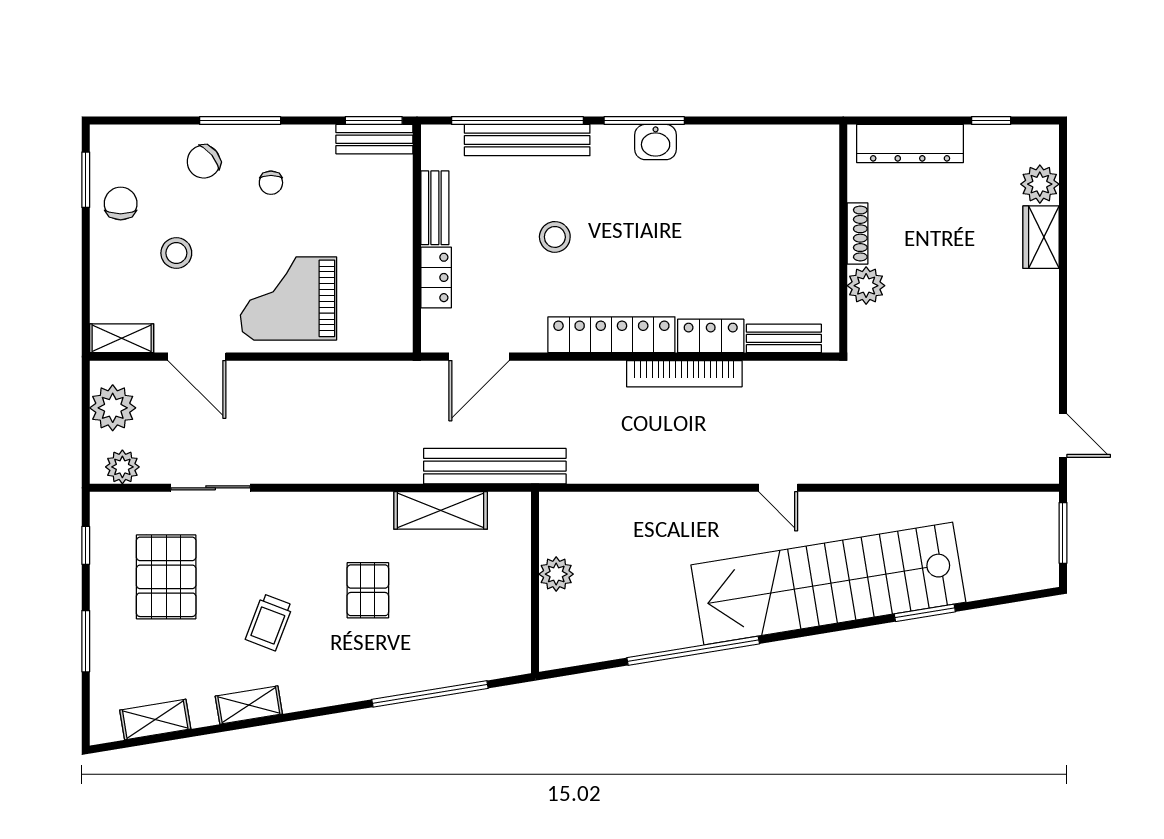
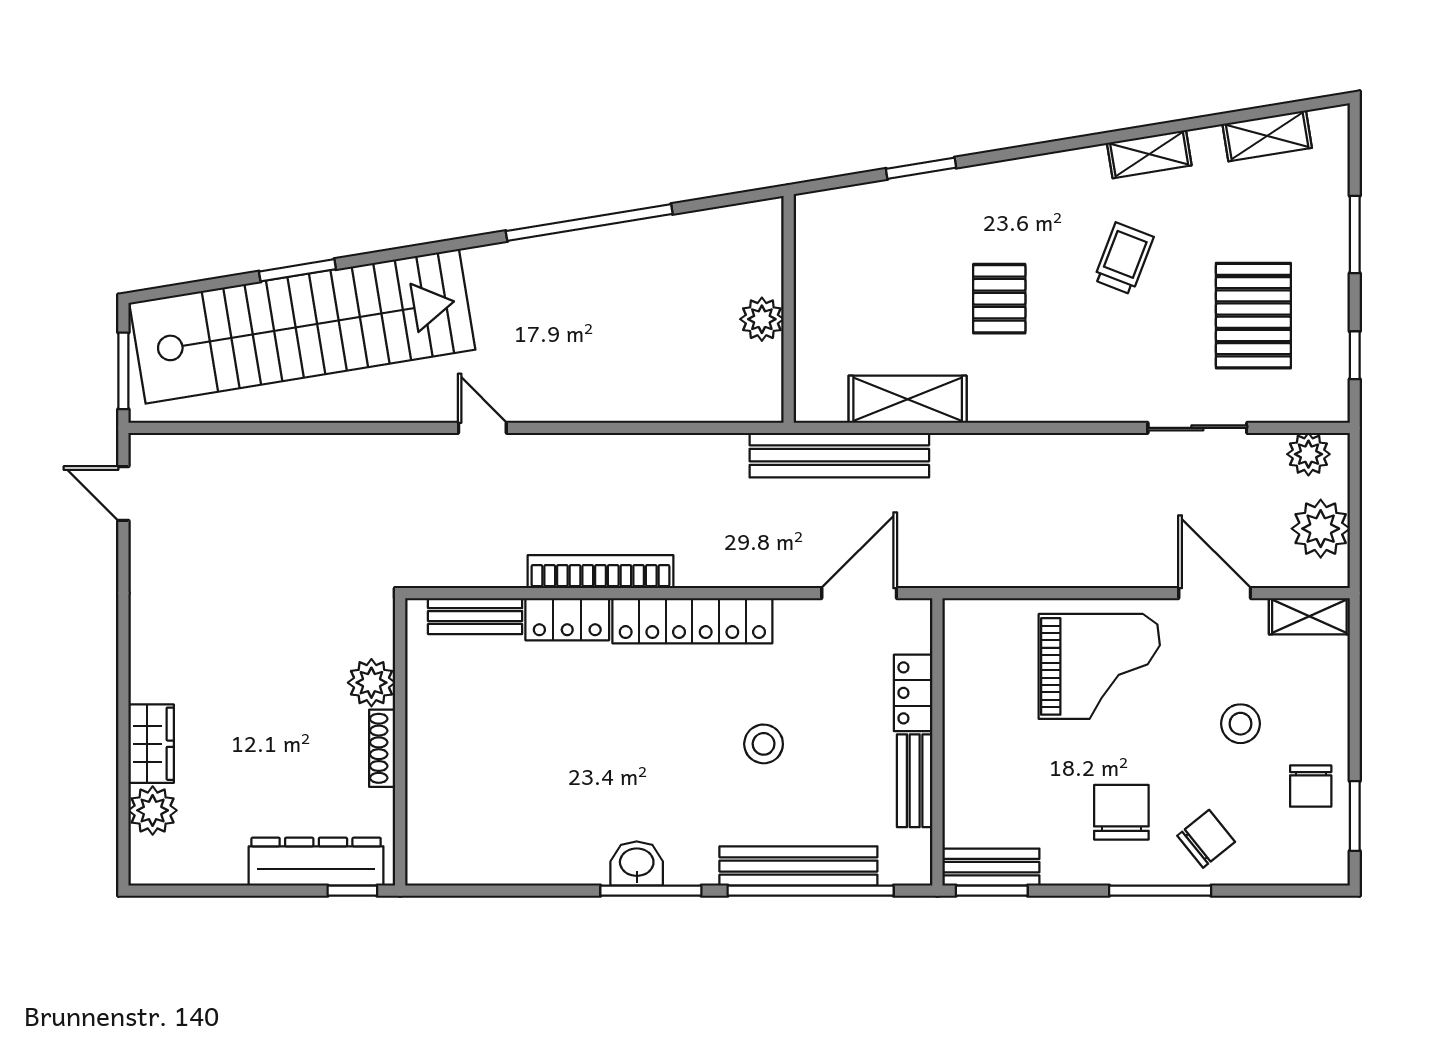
window: (991, 121) -> (352, 891), moved
chair: (271, 183) -> (1121, 812), width x1.87, depth x1.87
stairs: (828, 584) -> (302, 326), moved
window: (430, 694) -> (921, 168), width x0.47

